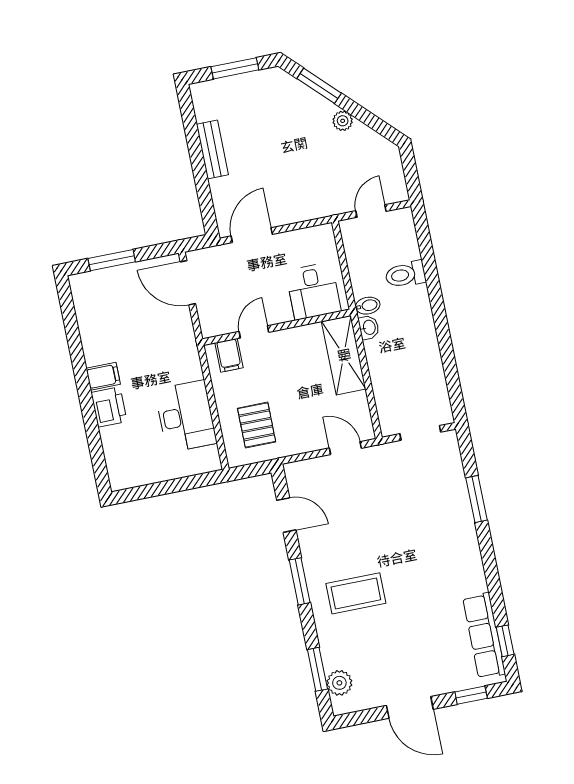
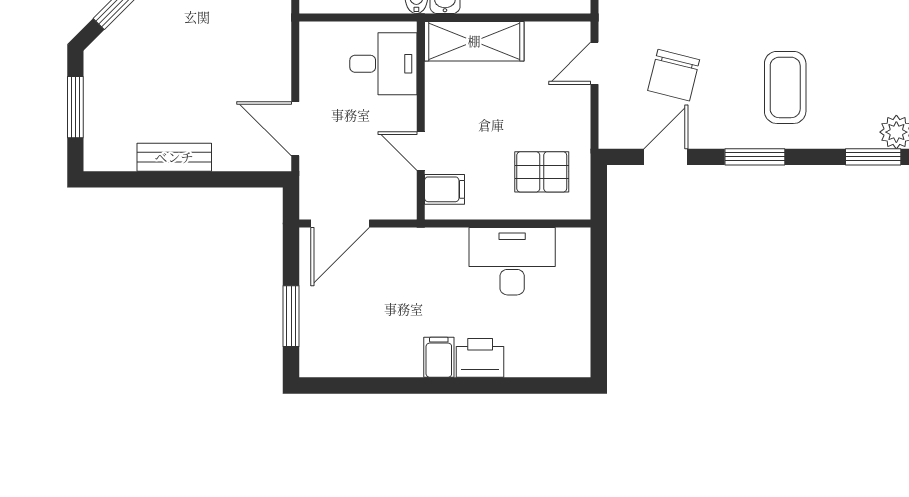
chair: (348, 509) -> (674, 75), added

